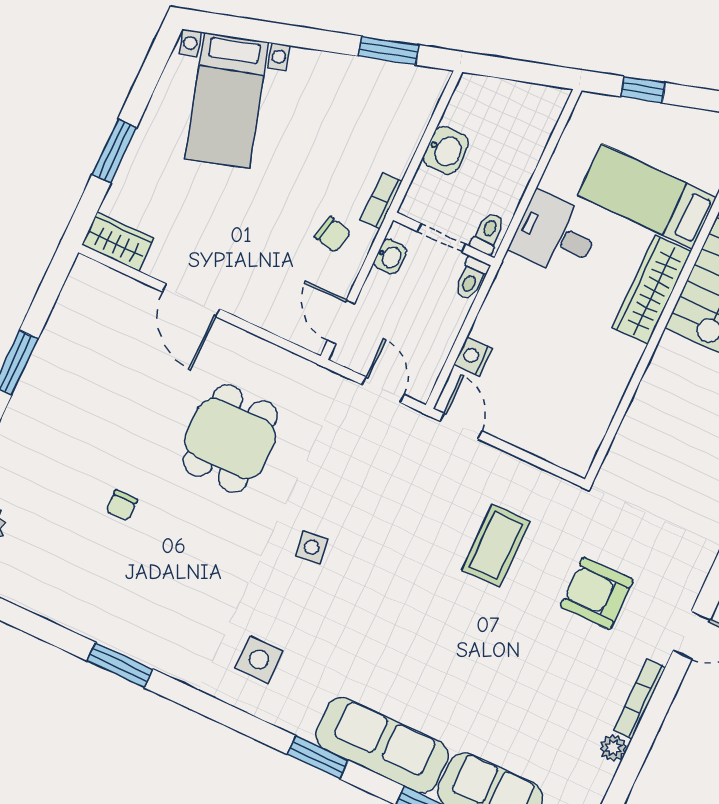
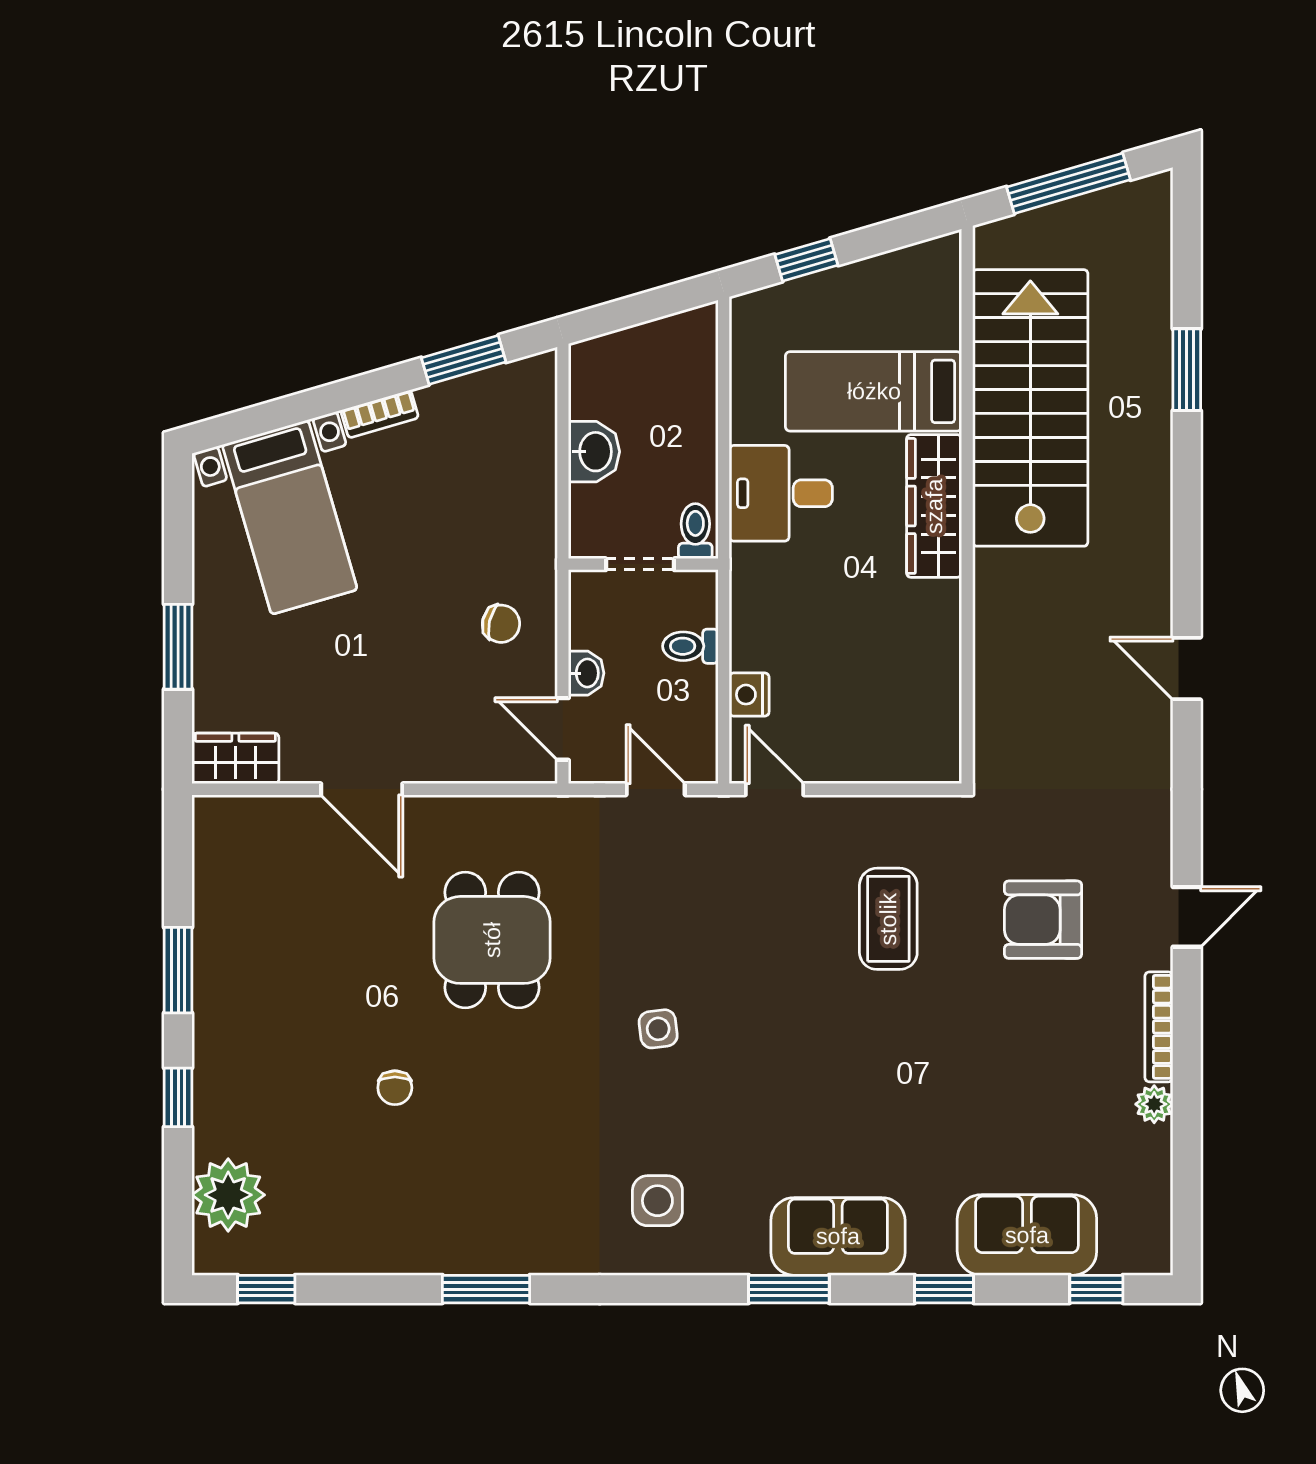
bookcase: (381, 201) -> (380, 414), moved, turned -106
washbasin: (390, 257) -> (586, 673), moved
toilet: (471, 278) -> (690, 646), moved, turned 90
sofa: (382, 745) -> (838, 1236), width x0.73

